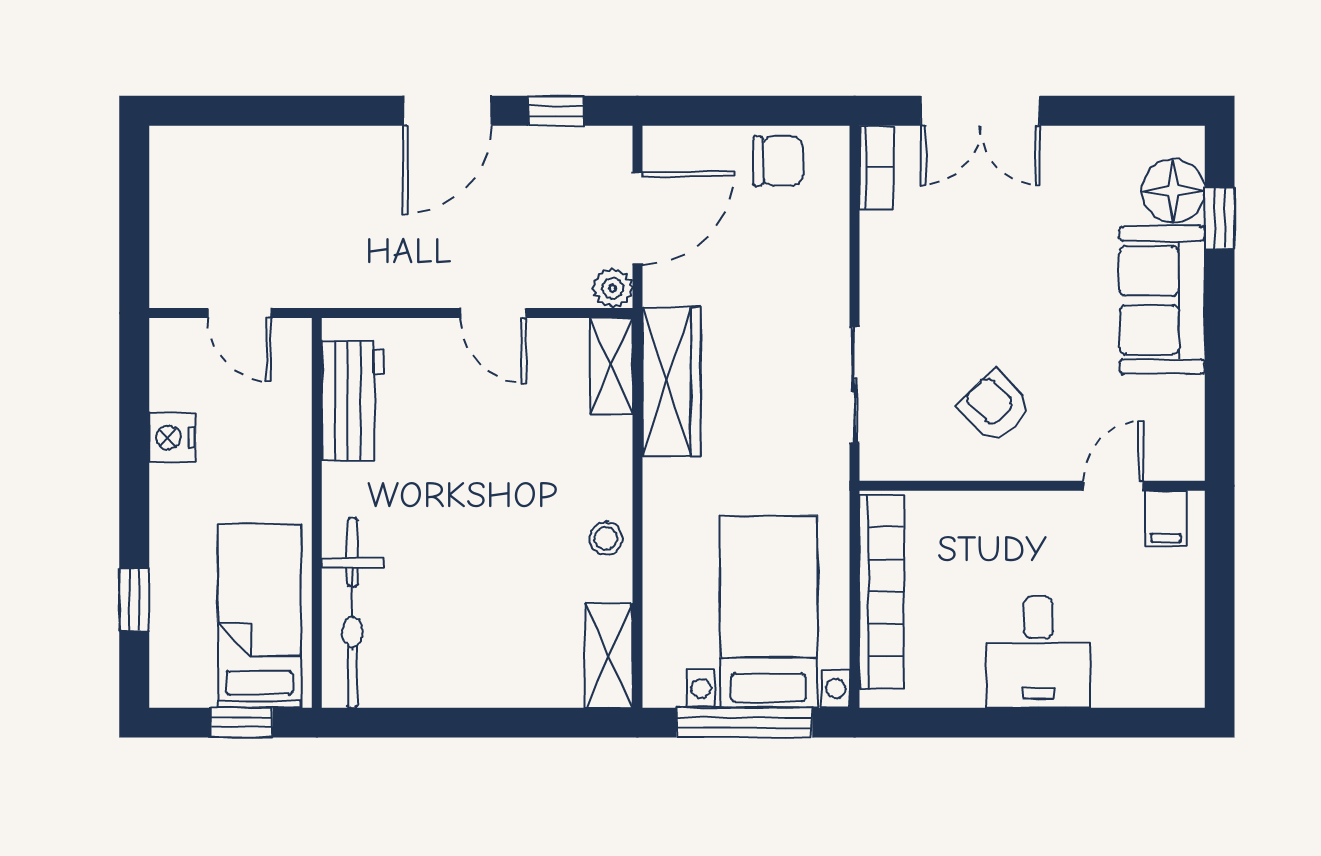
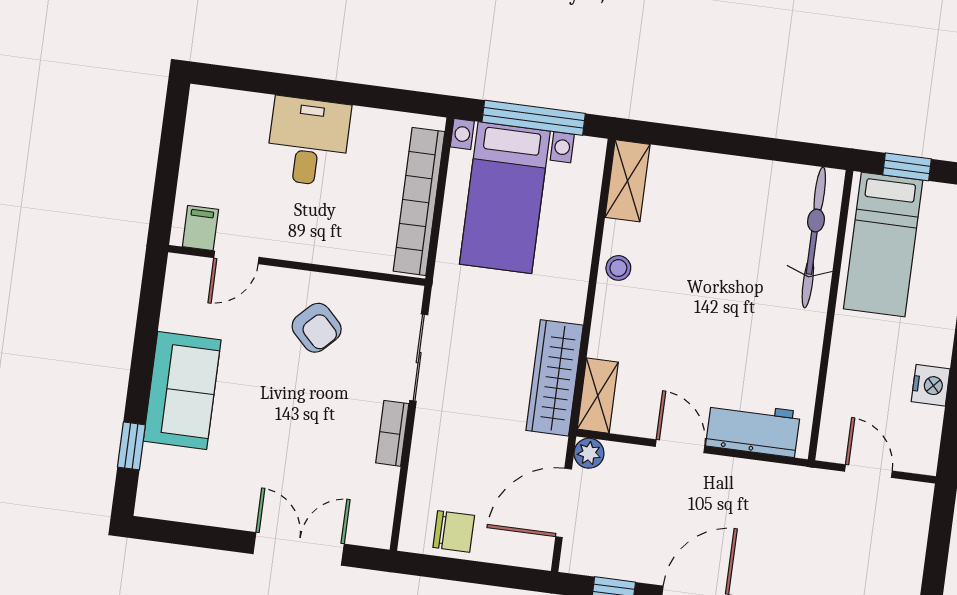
chair: (778, 161) -> (454, 531), turned 180
bookcase: (876, 168) -> (392, 433), moved
floor lamp: (1173, 191) -> (163, 471), removed
workbench: (353, 401) -> (753, 429), moved, turned 90

